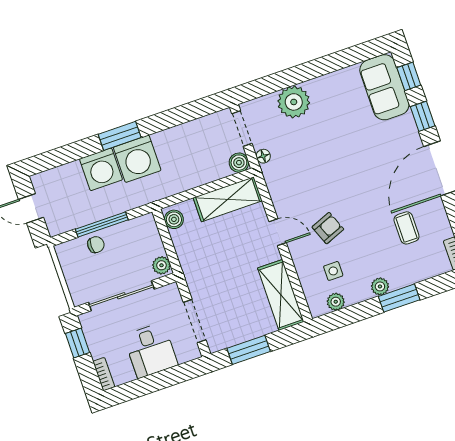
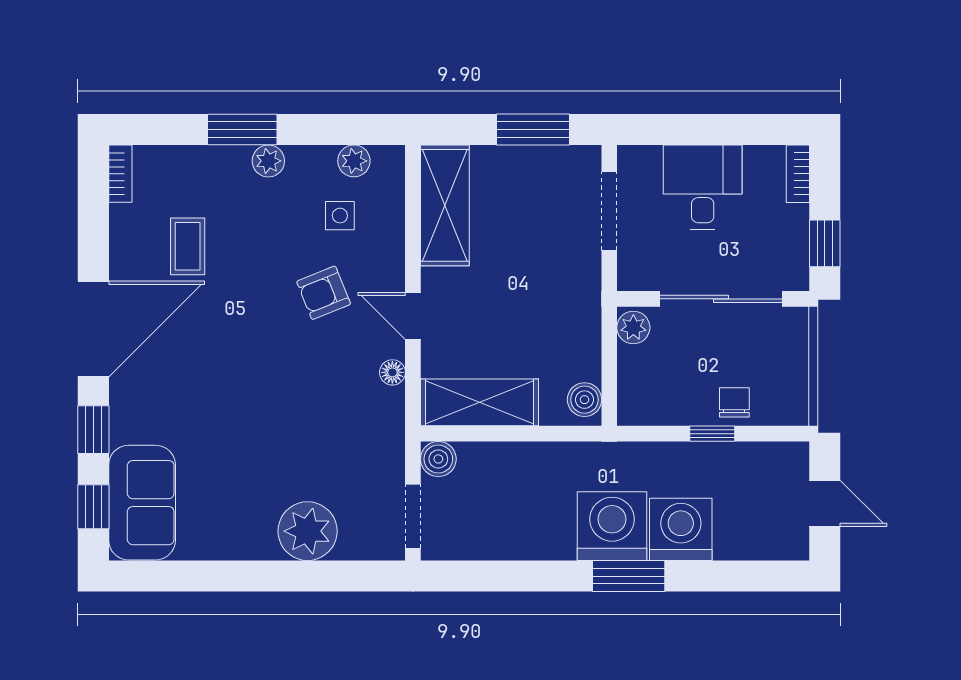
floor lamp: (263, 156) -> (392, 372), moved
window: (102, 225) -> (712, 434), width x0.46
chair: (96, 245) -> (734, 402), turned 90

